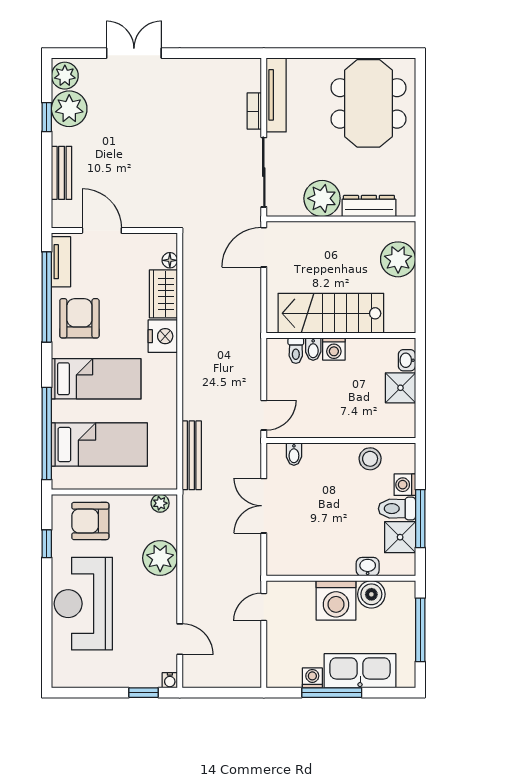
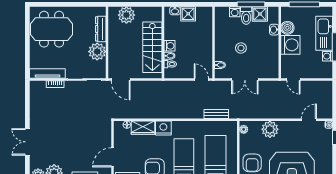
bench: (192, 455) -> (216, 114), width x0.73
stool: (370, 459) -> (241, 48), moved

